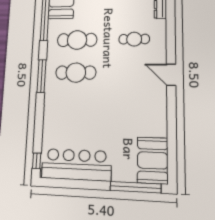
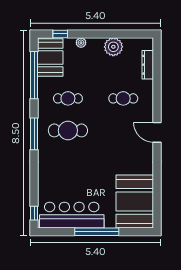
cafe table: (77, 40) -> (68, 98), width x0.73, depth x0.74
booth: (153, 160) -> (135, 201), width x1.36, depth x1.42
window: (135, 187) -> (97, 232), moved

